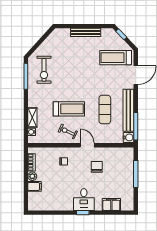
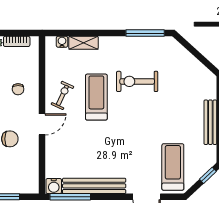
exercise bike: (44, 70) -> (137, 81), moved
treadmill: (69, 109) -> (96, 97), turned 180
exercise mat: (105, 109) -> (95, 151), removed

